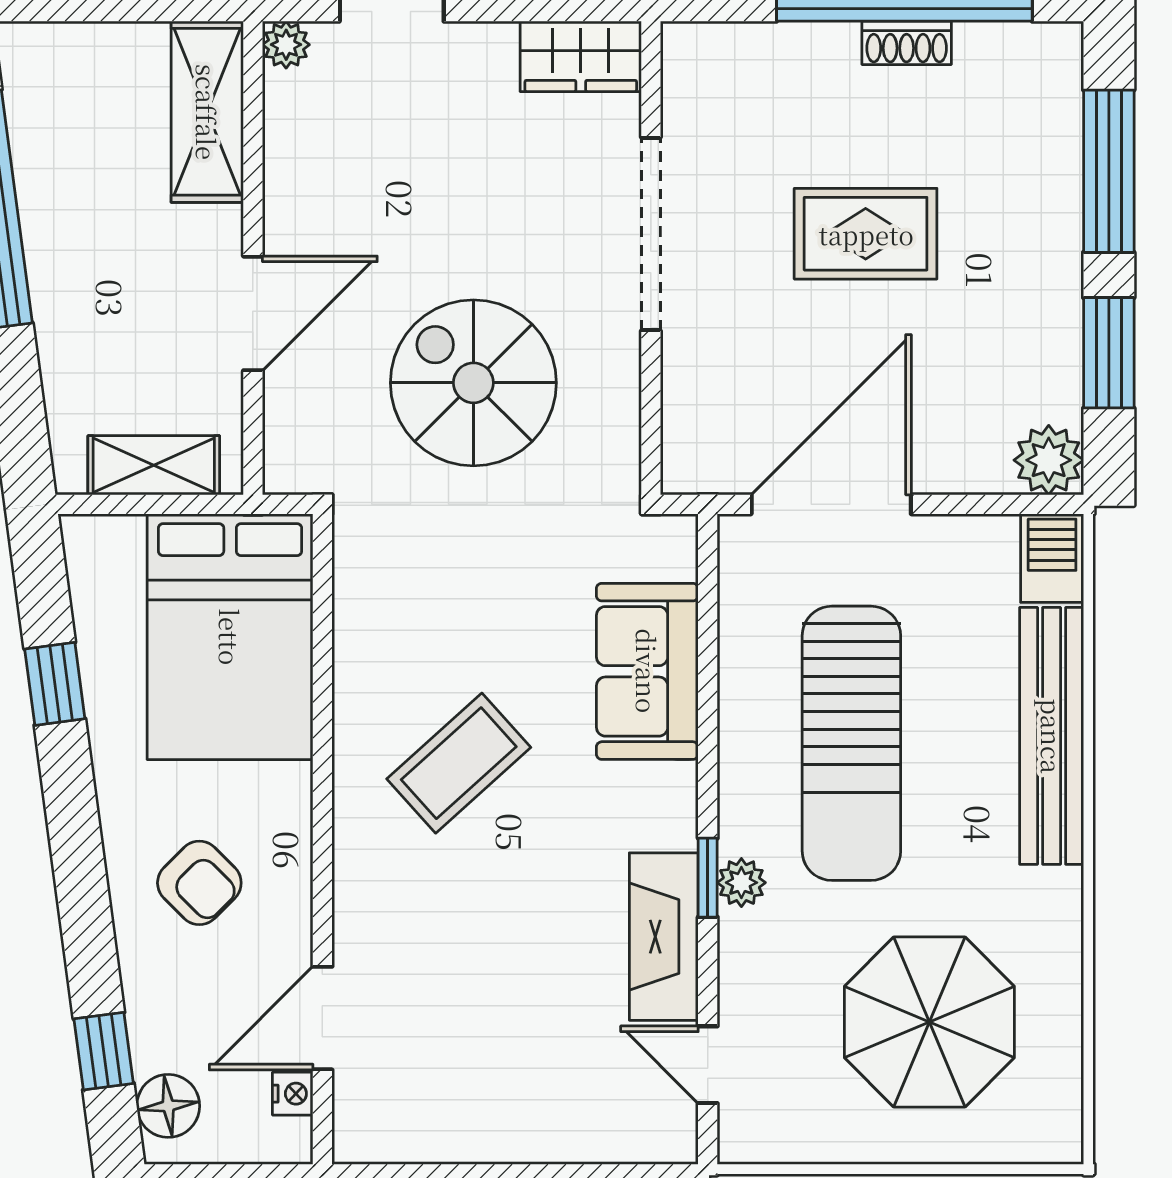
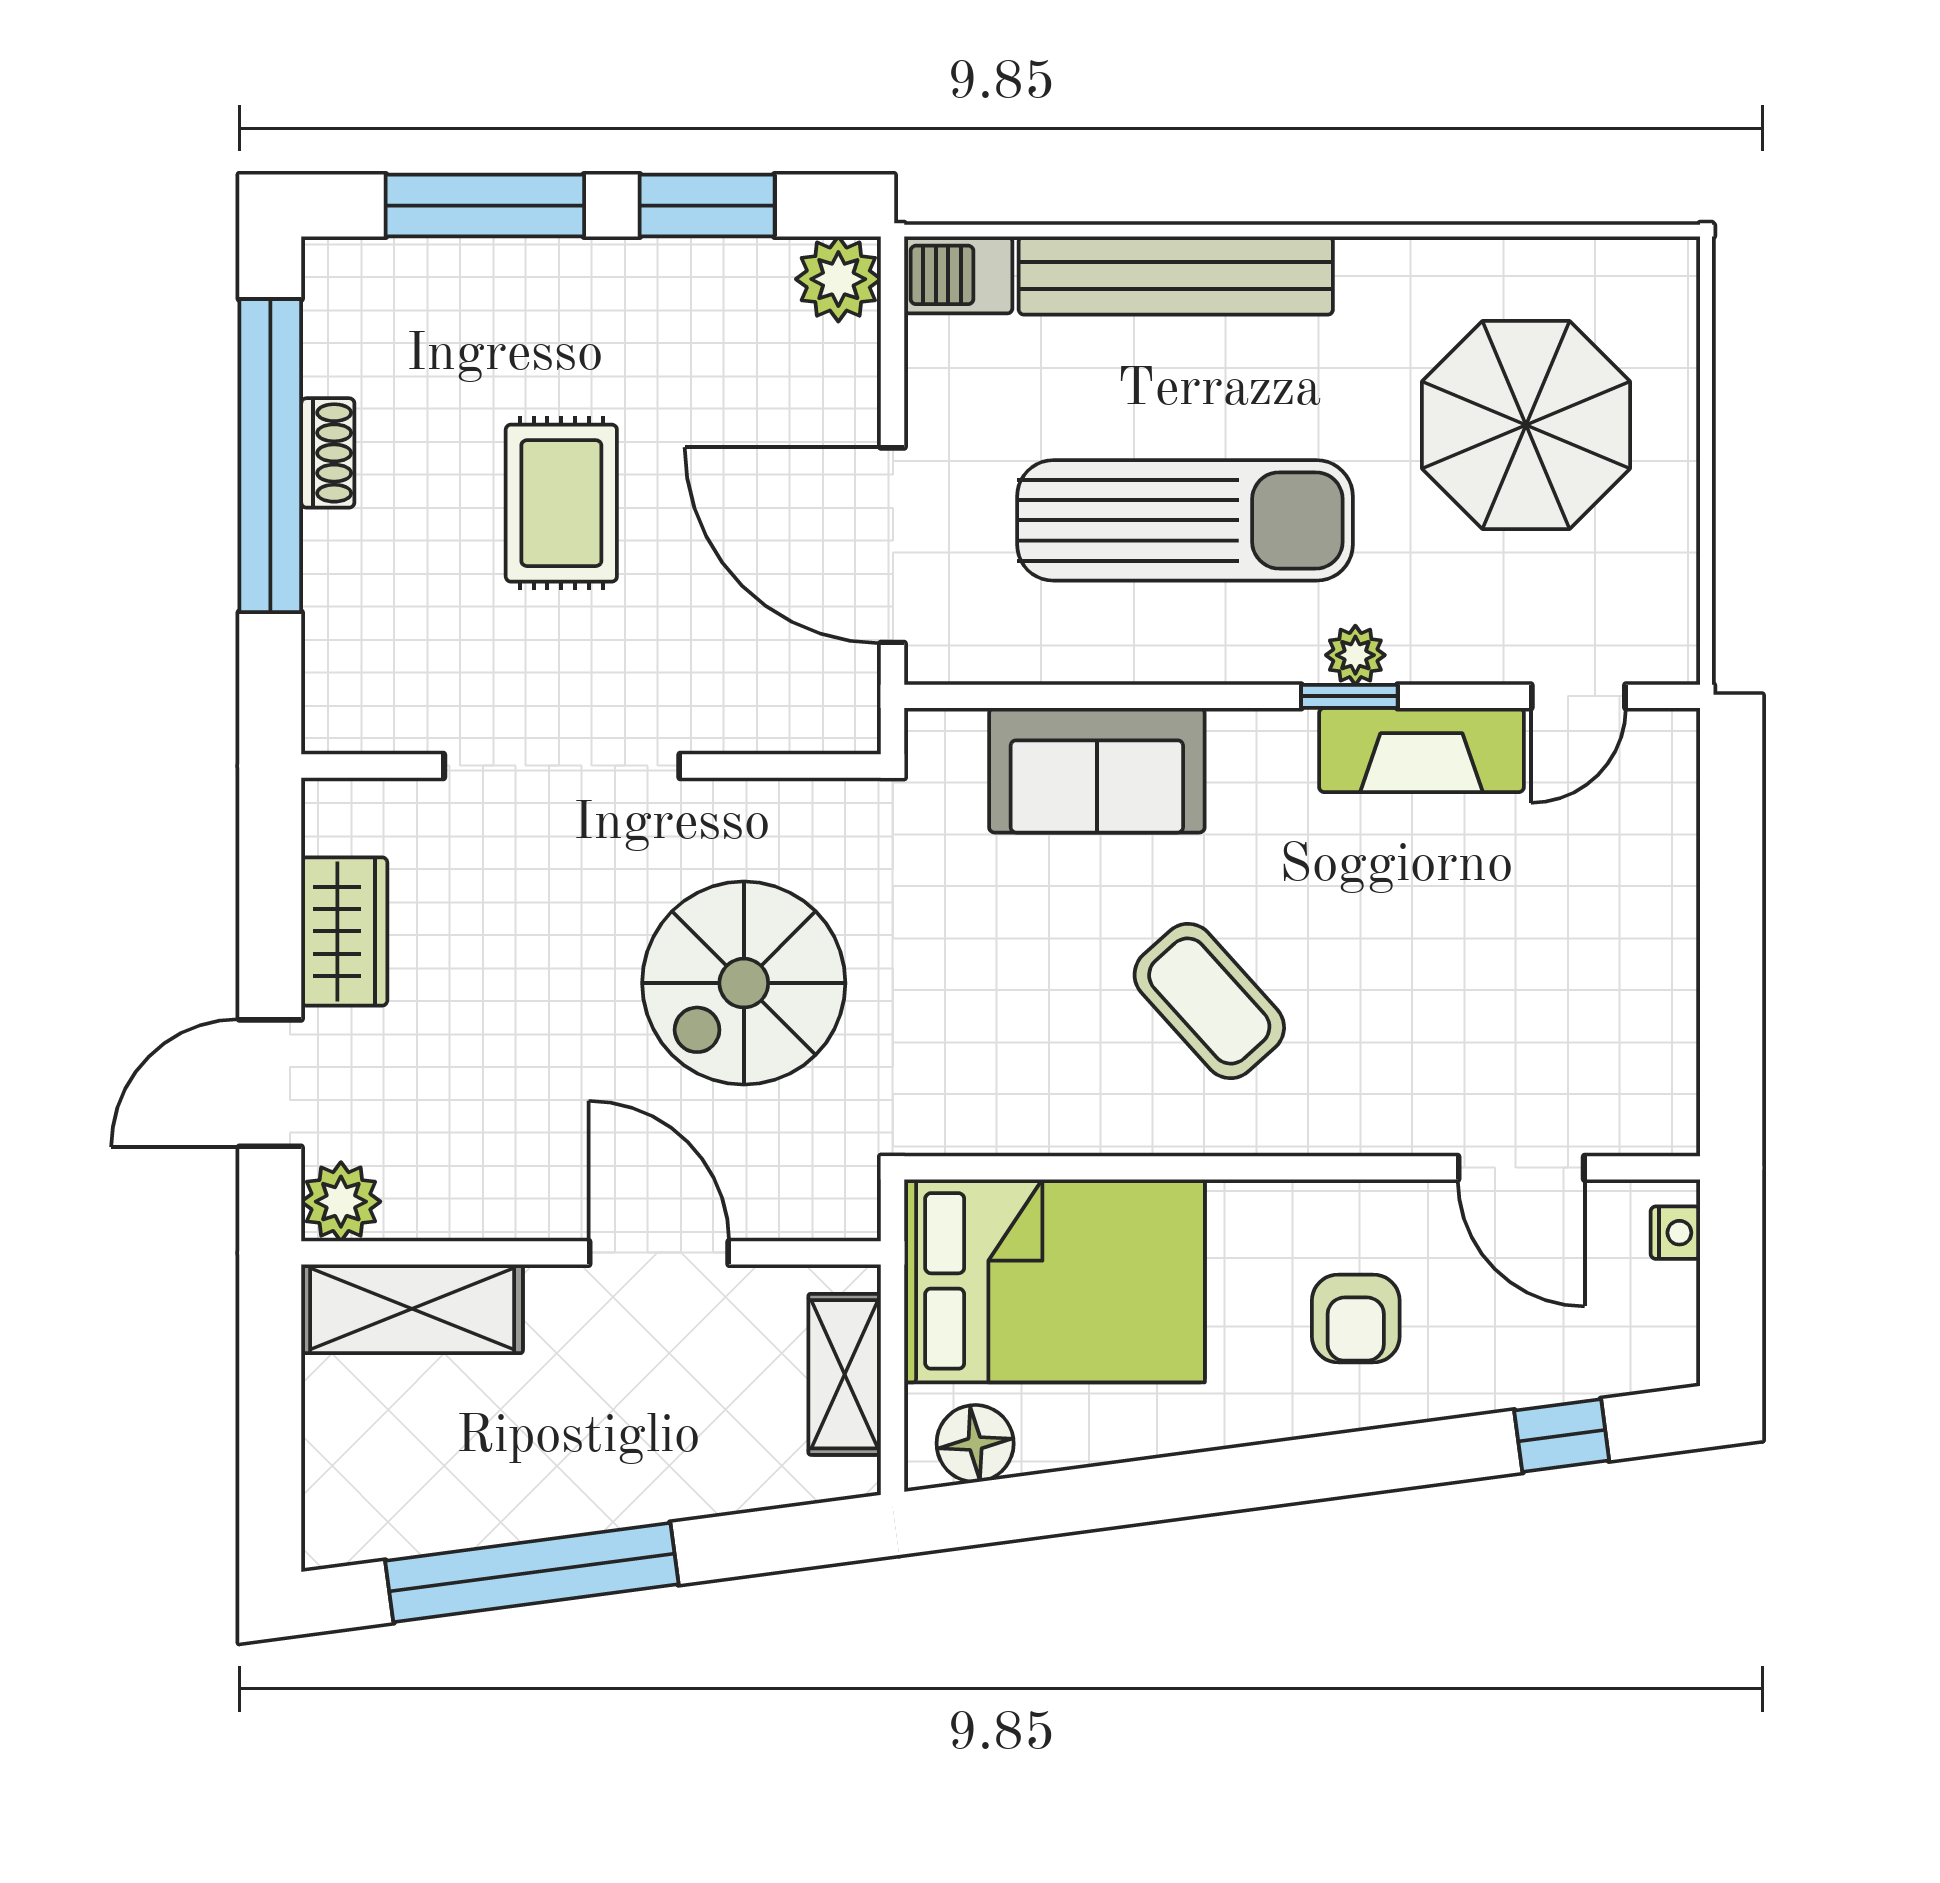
plant: (286, 45) -> (341, 1202), width x1.38, depth x1.38
wardrobe: (581, 56) -> (344, 931), moved
window: (55, 684) -> (1112, 1495), removed
armchair: (199, 883) -> (1356, 1319), turned 135
nightstand: (293, 1094) -> (1675, 1233), moved, turned 90
floor lamp: (168, 1106) -> (975, 1443), moved

